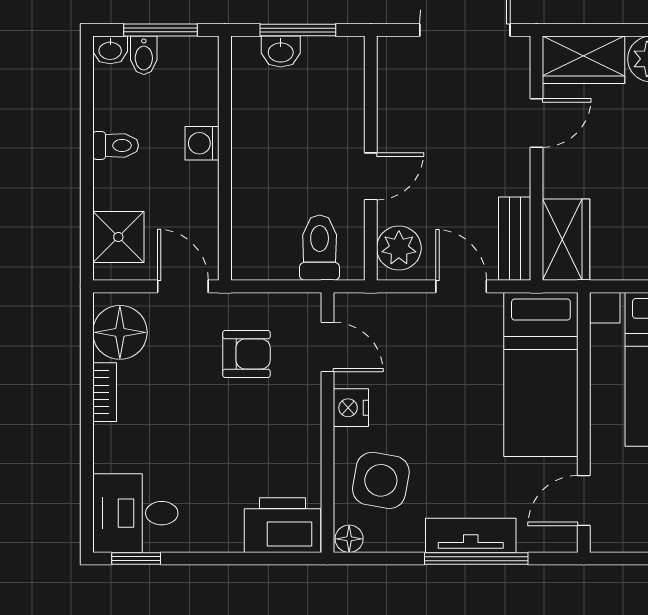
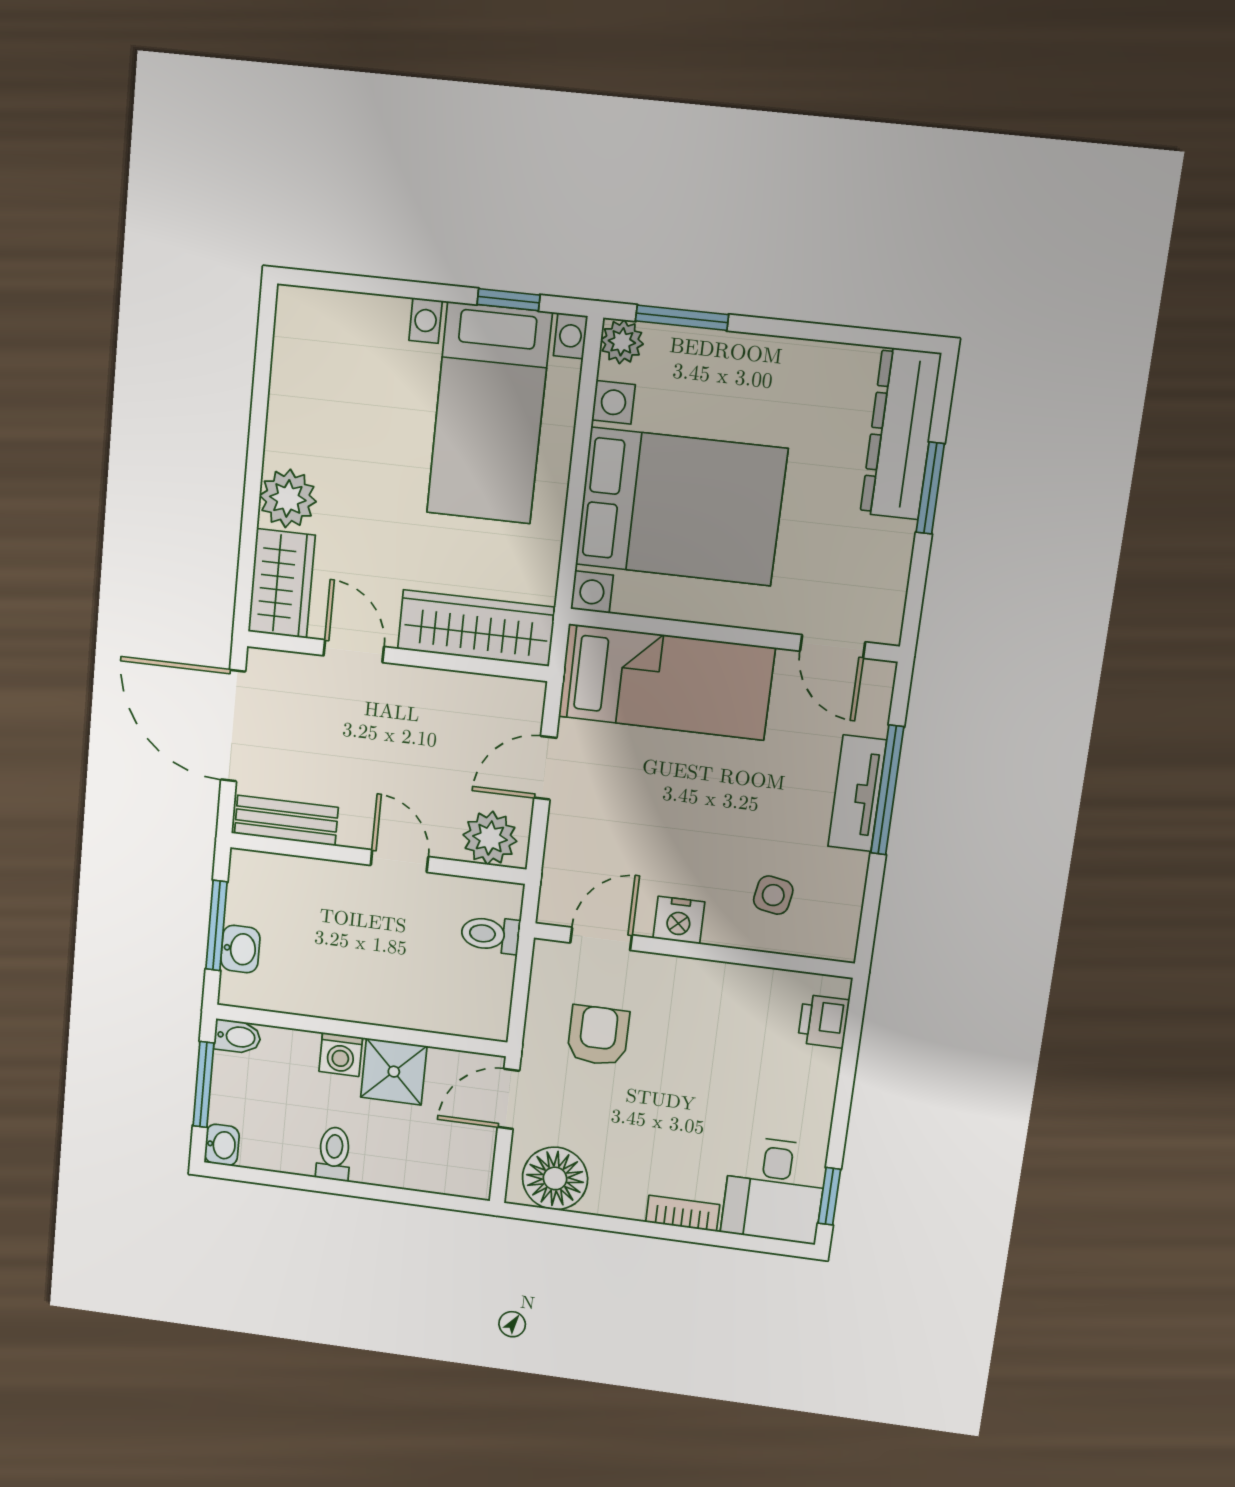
bidet: (144, 55) -> (237, 1037), moved
shower: (118, 237) -> (394, 1072), moved
bench: (515, 239) -> (286, 820), moved
wardrobe: (566, 240) -> (476, 628), width x1.50
toilet: (320, 248) -> (490, 934), width x0.73, depth x0.72
bookcase: (105, 392) -> (683, 1213), moved
side table: (381, 480) -> (773, 895), width x0.54, depth x0.54
printer: (283, 525) -> (824, 1021), width x0.53, depth x0.68
floor lamp: (349, 539) -> (841, 942), removed

